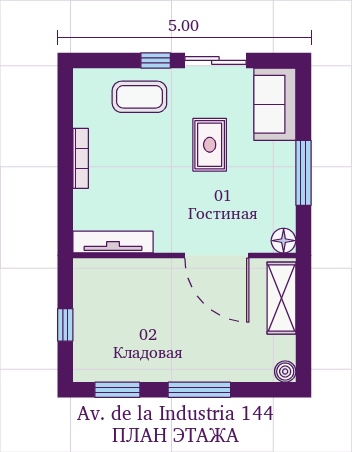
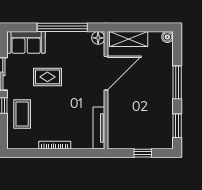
window: (303, 173) -> (62, 27), width x1.46

